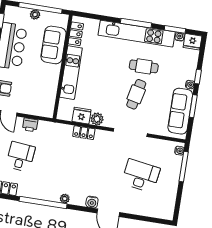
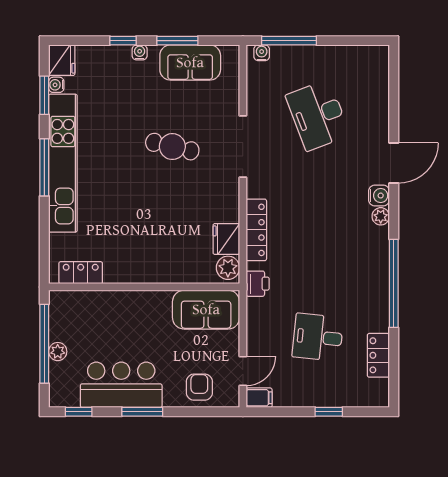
sofa: (53, 45) -> (206, 310), moved
cafe table: (144, 66) -> (120, 141), removed
kitchen unit: (71, 73) -> (152, 270), removed
sofa: (180, 111) -> (190, 63), width x0.73
plant: (97, 119) -> (228, 268), moved
printer: (30, 125) -> (258, 284), moved
locker: (84, 133) -> (256, 230), width x1.53
desk: (141, 176) -> (318, 115), turned -30
plant: (65, 199) -> (381, 216), moved

